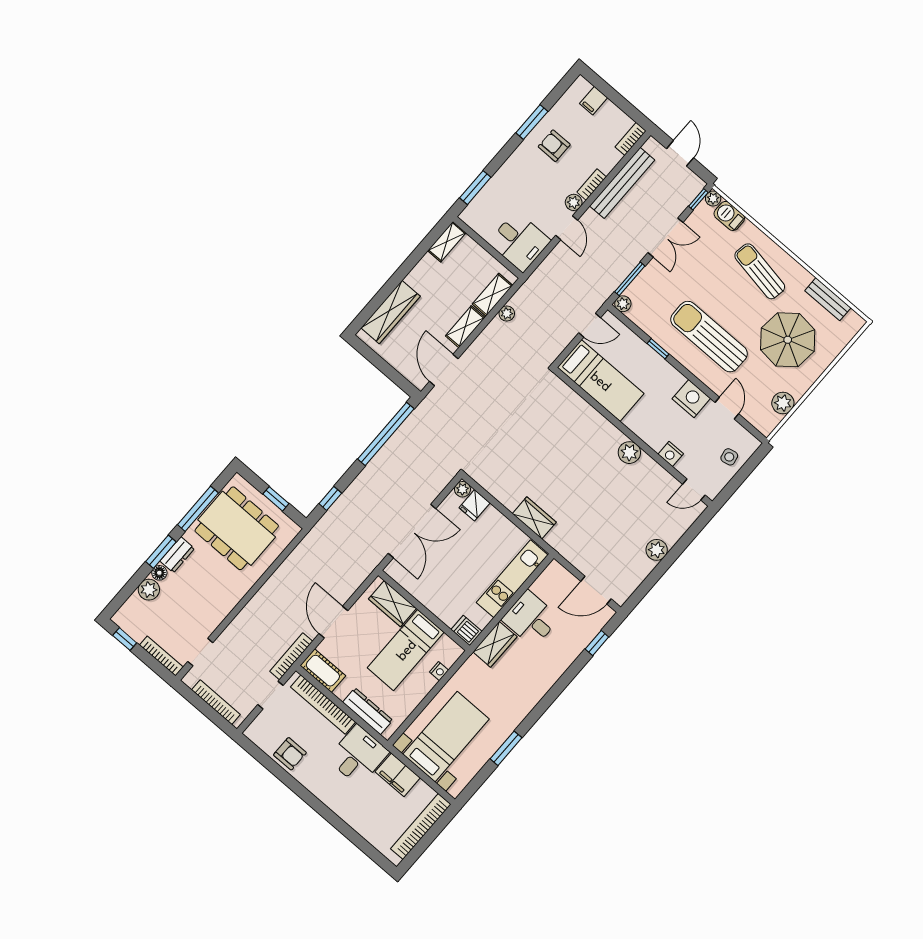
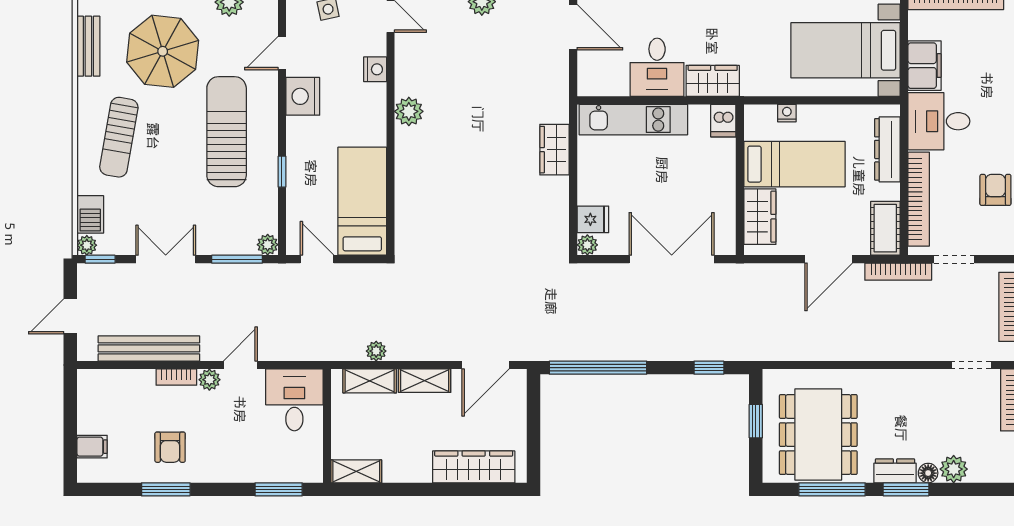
bookcase: (631, 139) -> (98, 377), removed
sun lounger: (709, 337) -> (227, 132), turned 180

